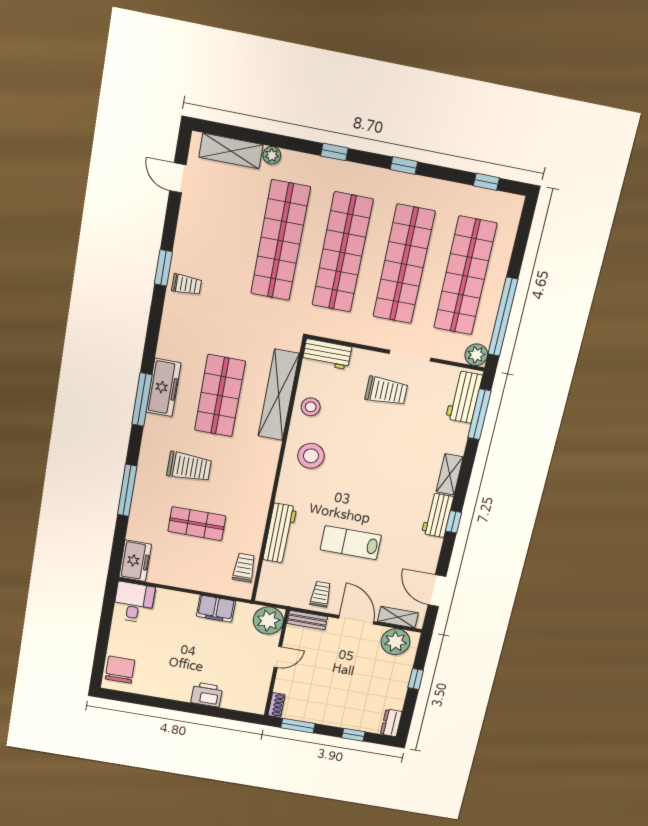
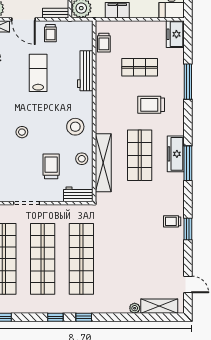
window: (334, 152) -> (84, 317), moved
shop shelf: (280, 241) -> (120, 259), removed
trolley: (386, 391) -> (51, 166), moved, turned 90
window: (142, 400) -> (188, 163), moved
stool: (394, 463) -> (22, 132), added
lab bench: (351, 543) -> (38, 73), turned -90

